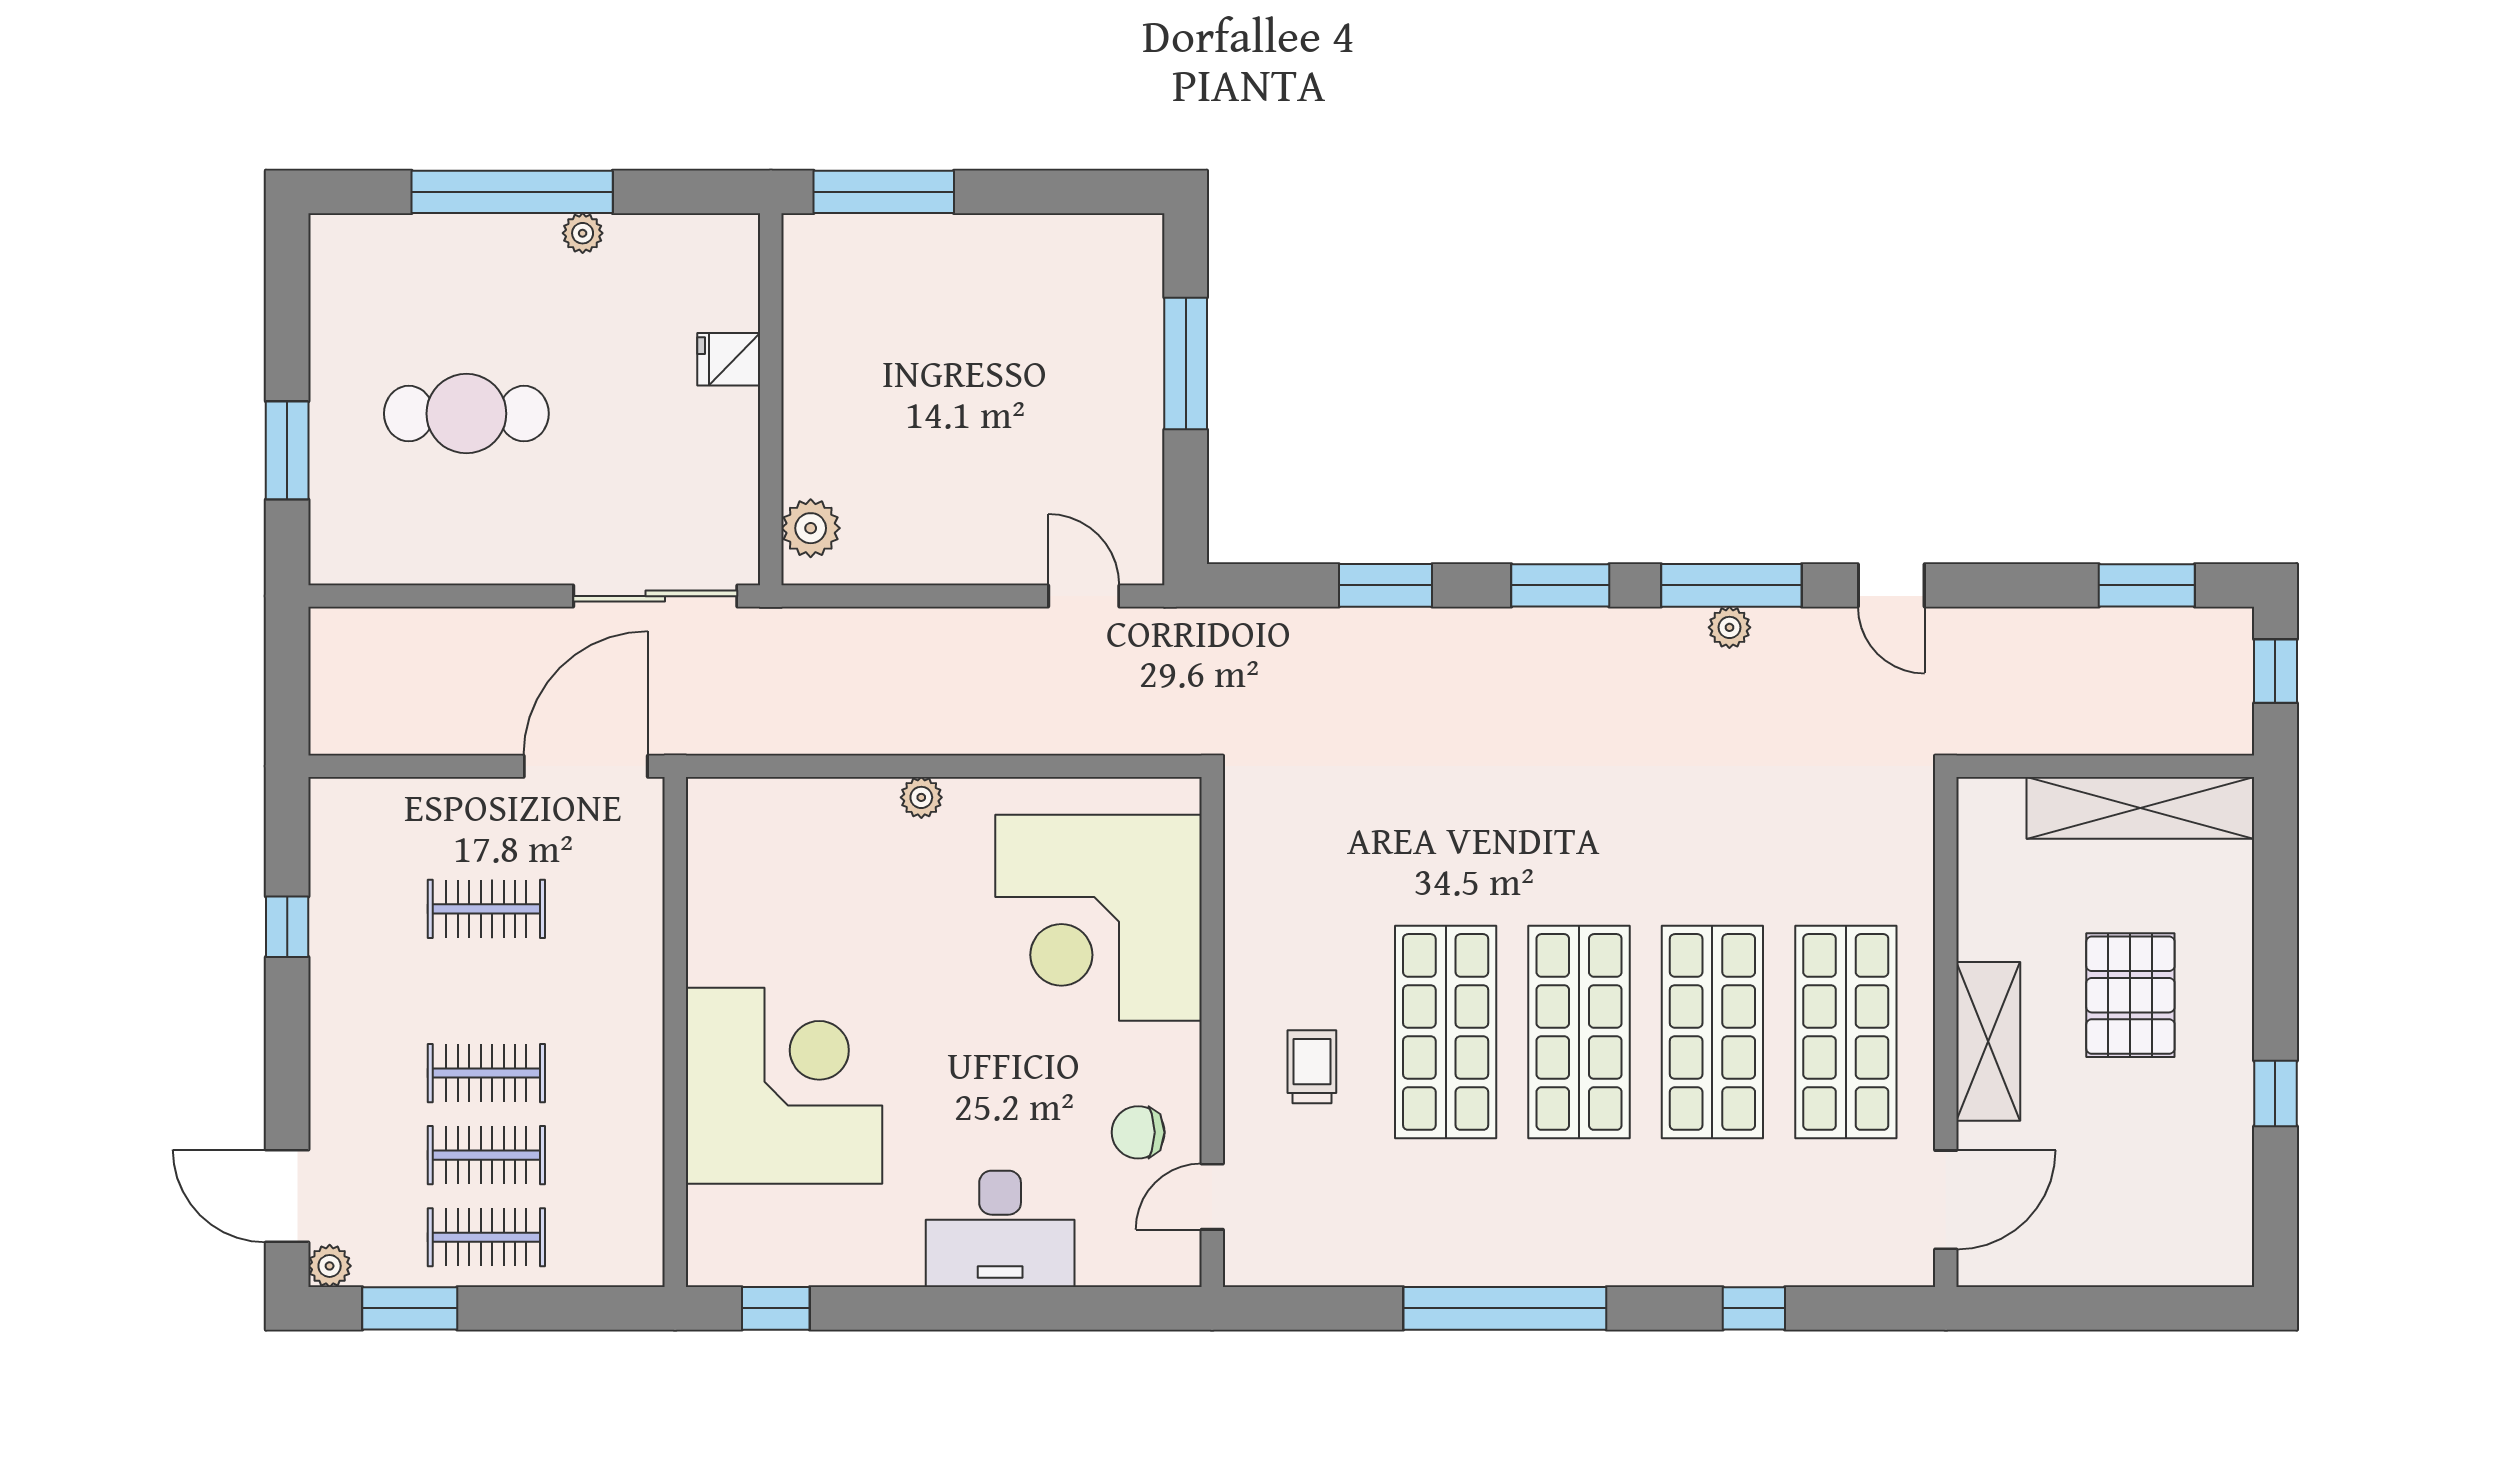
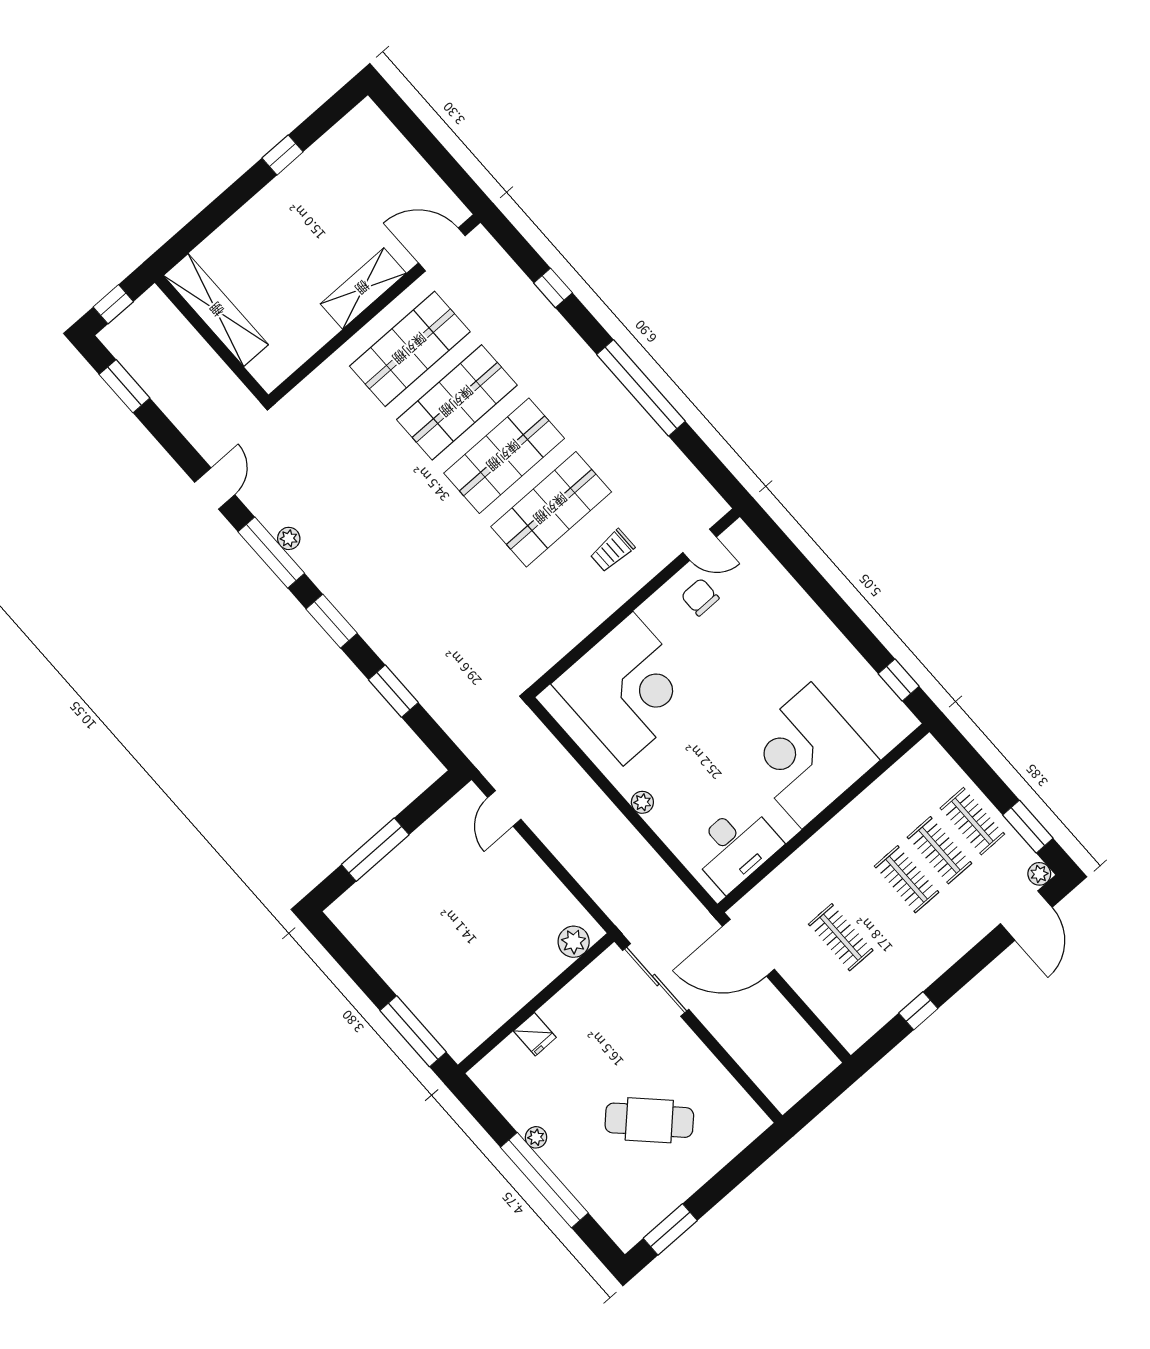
cafe table: (466, 414) -> (649, 1120), turned -45
window: (287, 450) -> (670, 1229), moved
pallet: (2130, 995) -> (294, 248), removed
chair: (1138, 1132) -> (700, 597), turned 180
desk: (1000, 1229) -> (735, 847), moved, turned 90

